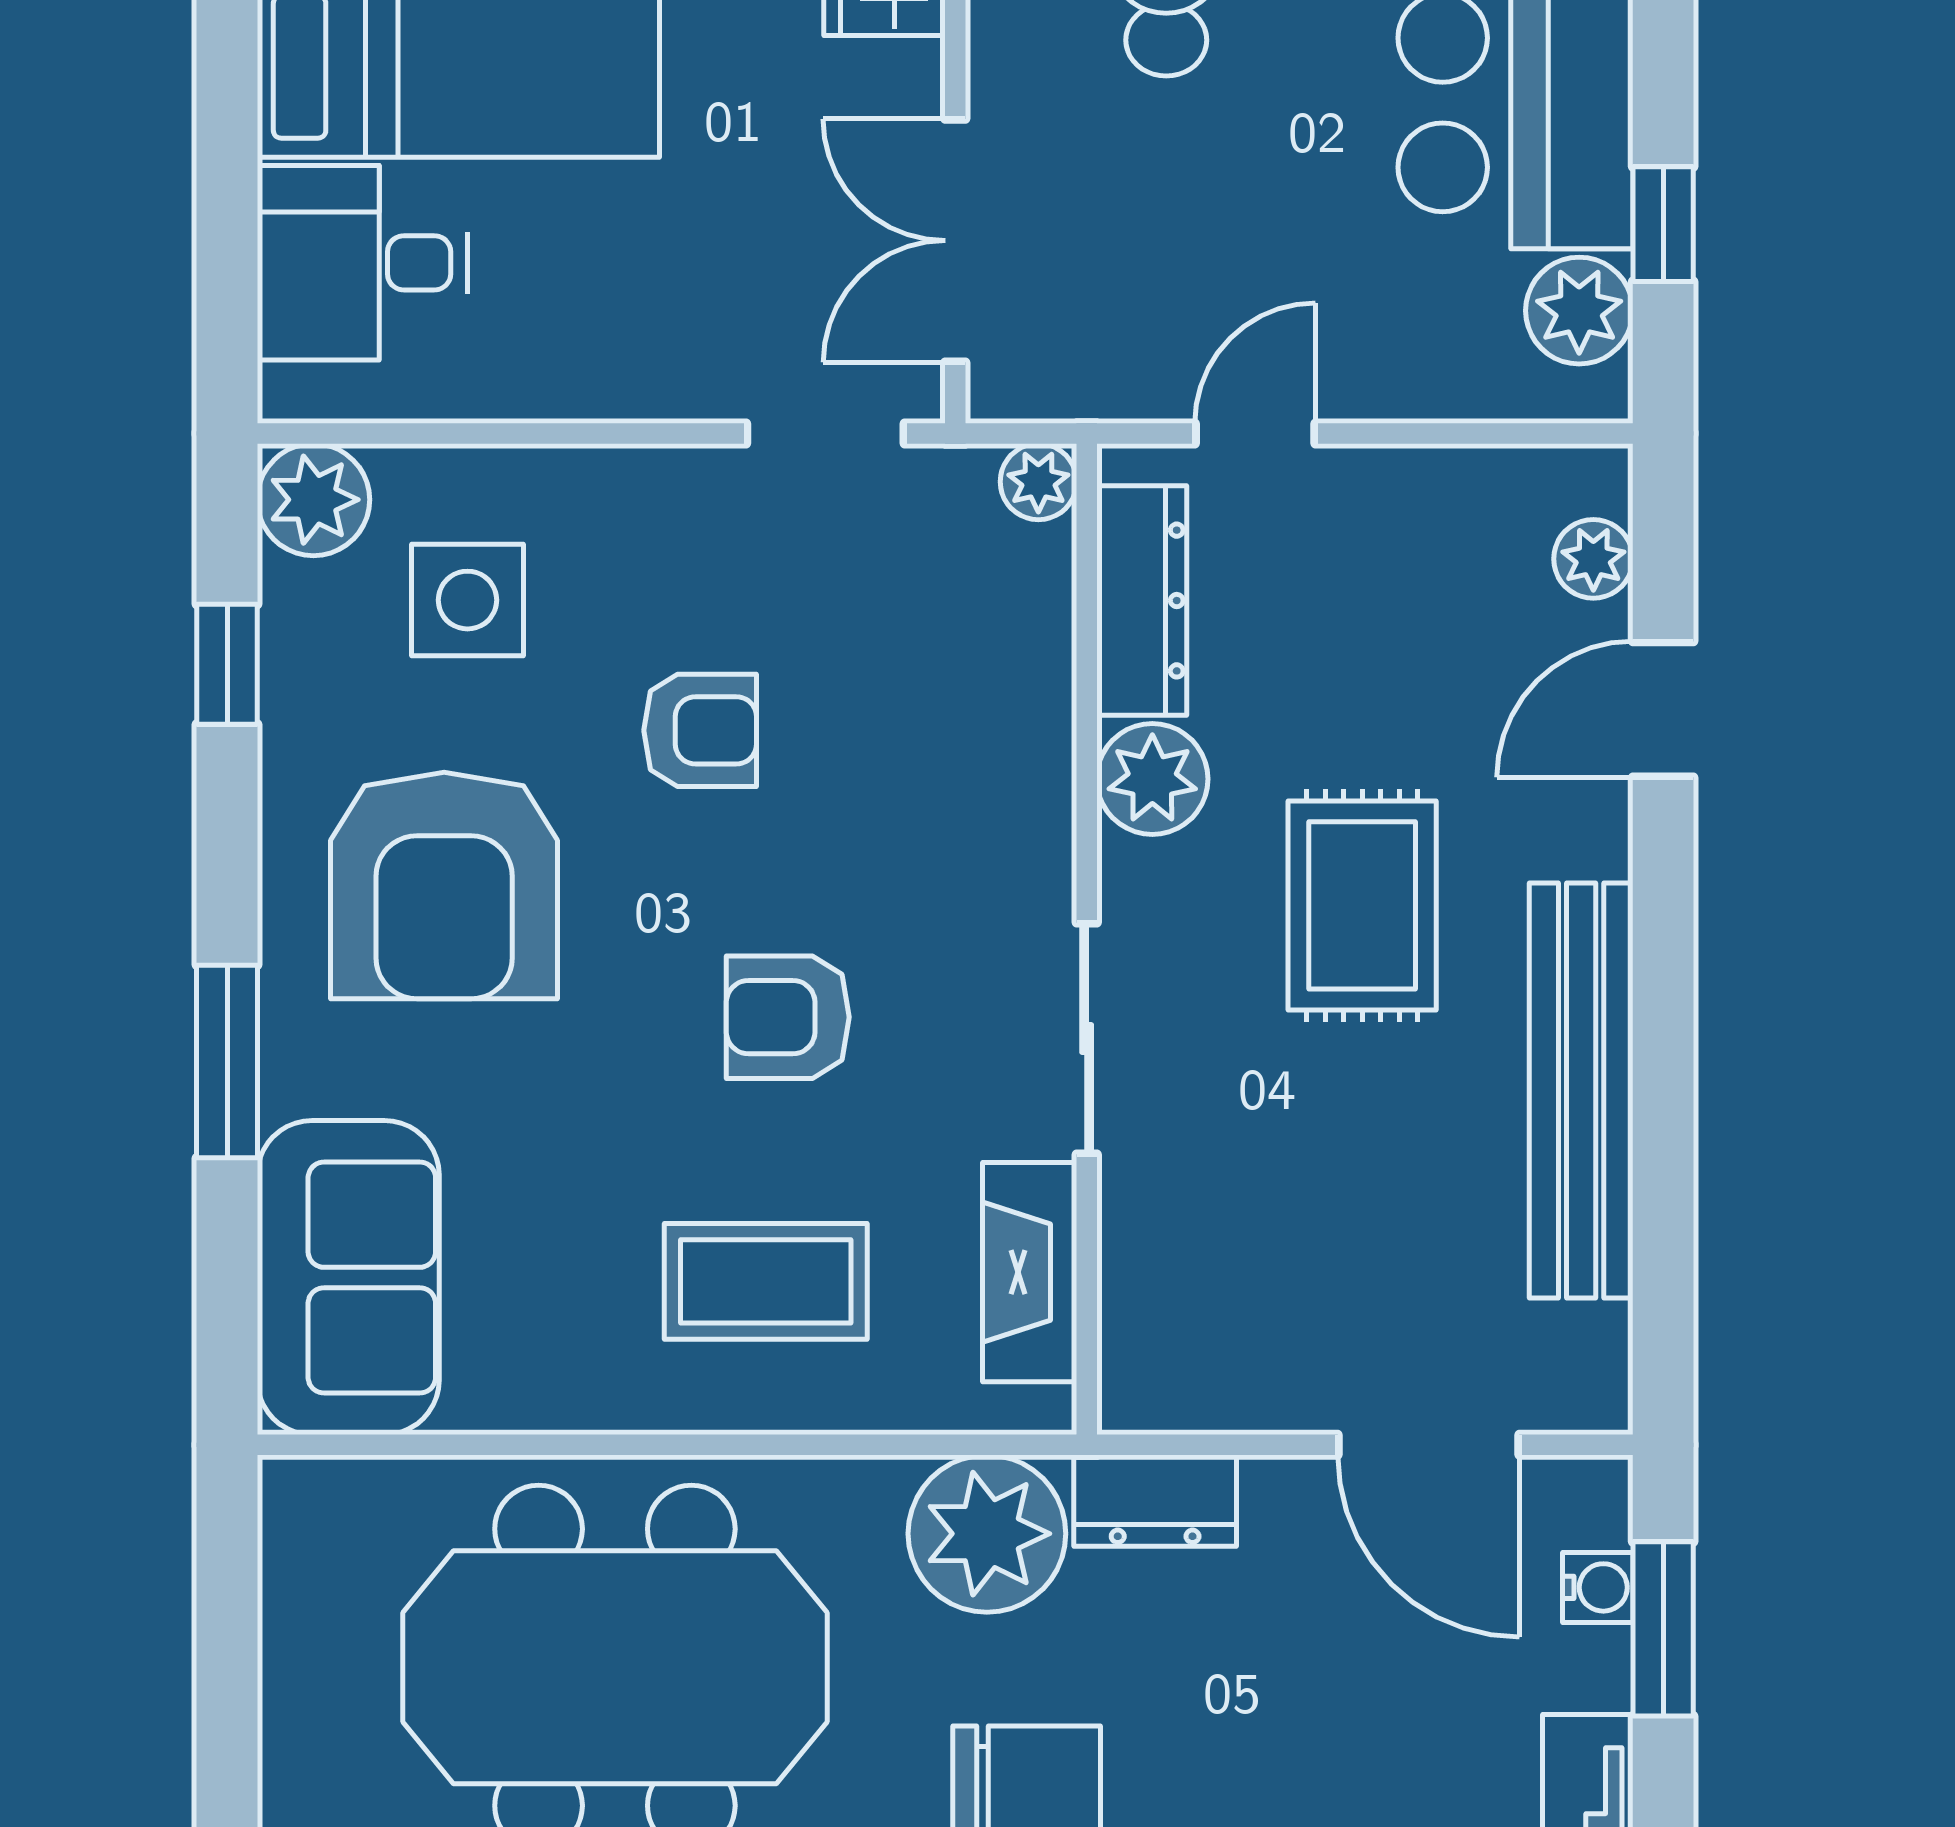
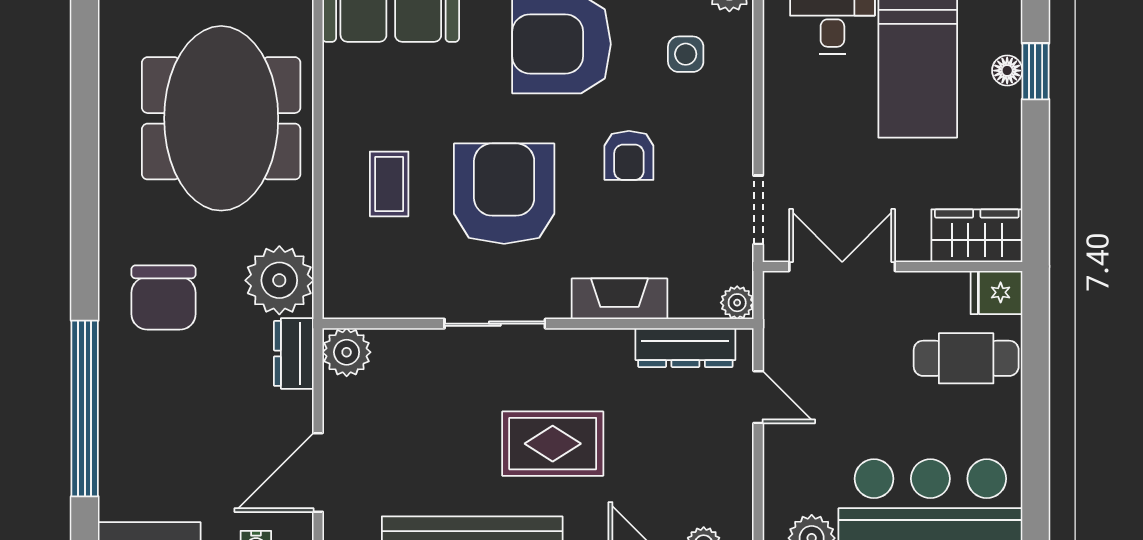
side table: (467, 600) -> (686, 54), width x0.73, depth x0.73
plant: (1152, 779) -> (347, 352), moved
armchair: (788, 1017) -> (504, 194), width x1.88, depth x1.88
fireplace: (1030, 1272) -> (619, 299), moved
coffee table: (766, 1281) -> (389, 184), width x0.73, depth x0.77

